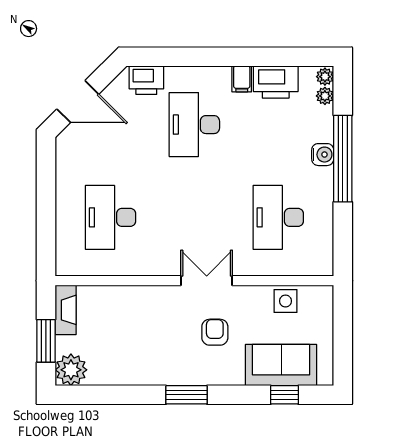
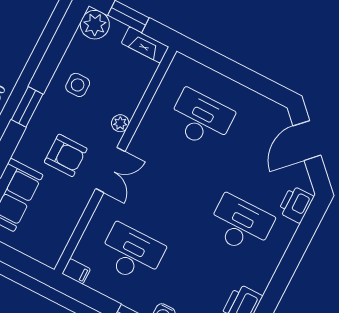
filing cabinet: (242, 79) -> (76, 271), moved, turned 180
plant: (155, 295) -> (120, 123), added
side table: (285, 301) -> (78, 85), moved
armchair: (215, 332) -> (66, 155), width x1.38, depth x1.38

